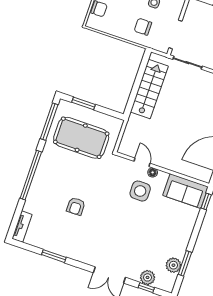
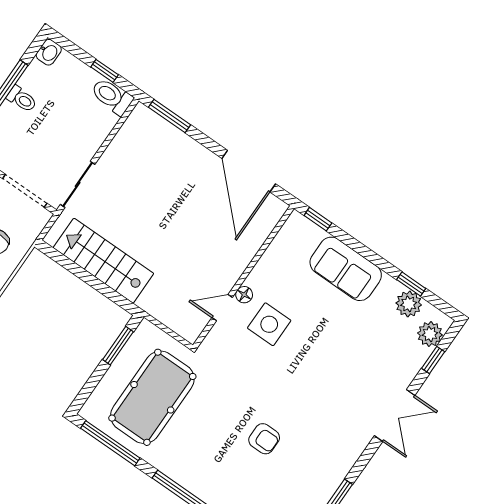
window: (83, 103) -> (118, 346), moved
sofa: (186, 191) -> (346, 269), moved, turned 90
window: (185, 263) -> (411, 284), width x0.67
plant: (148, 277) -> (430, 334), moved

